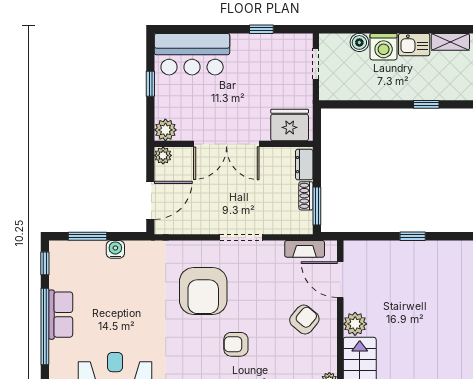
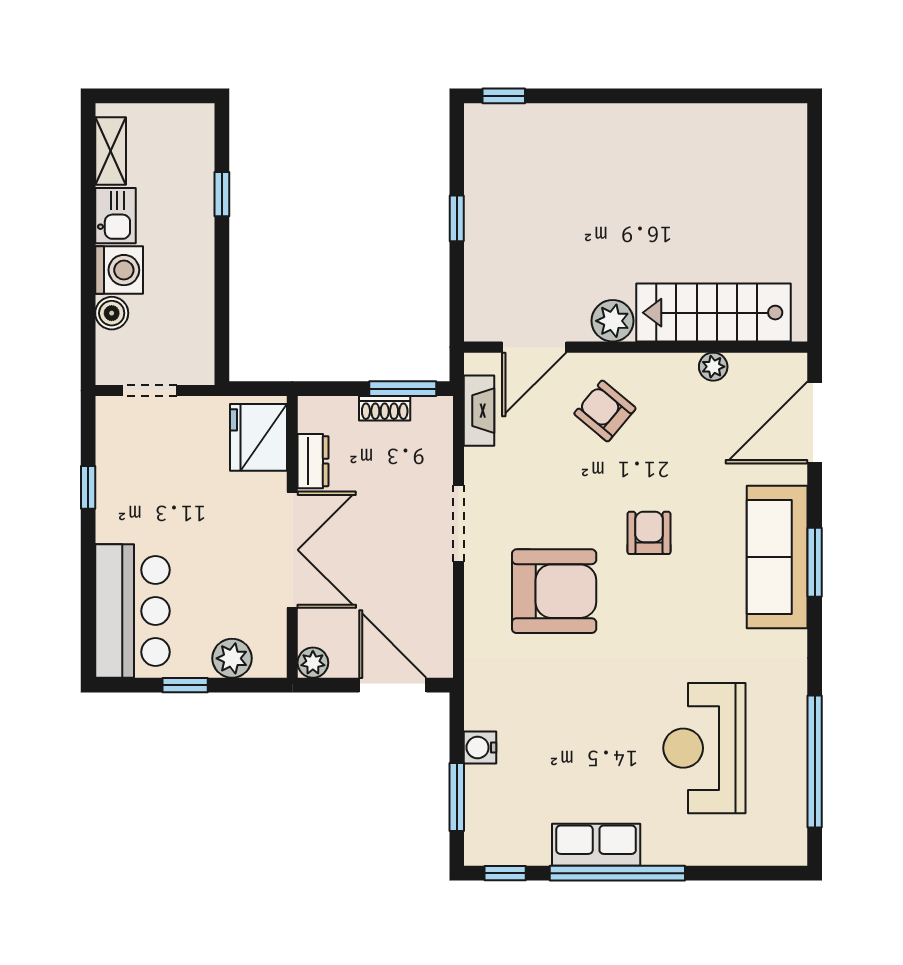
plant: (165, 130) -> (232, 658), moved
dresser: (304, 165) -> (313, 461), moved, turned -90
armchair: (236, 344) -> (649, 533), turned 180

